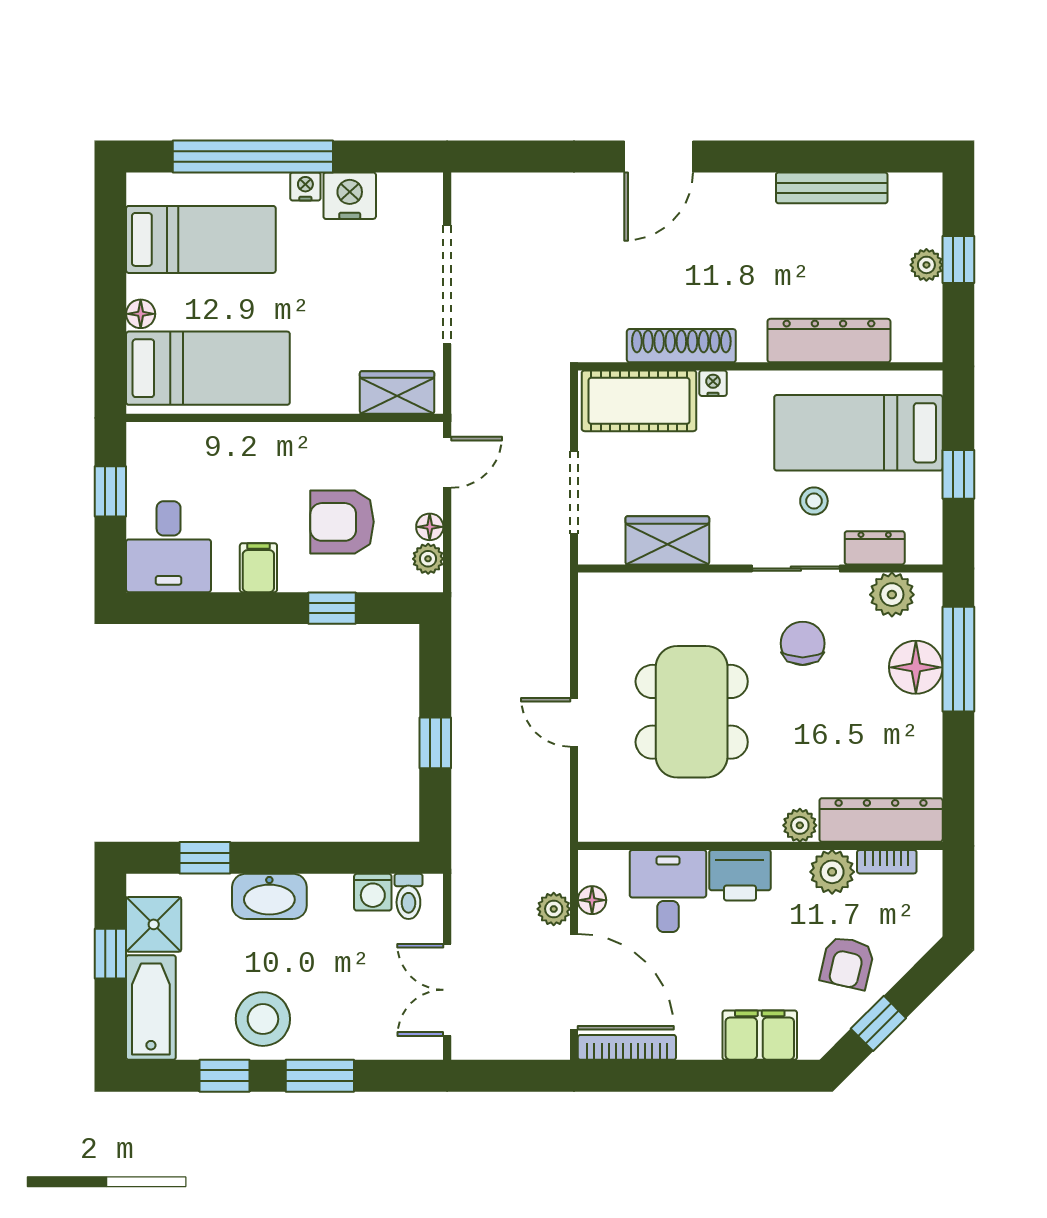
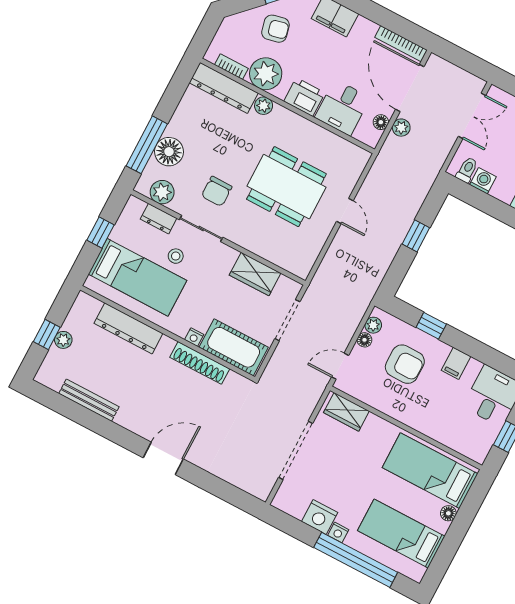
dining table: (692, 712) -> (286, 187), turned 90
plant: (832, 872) -> (266, 74), width x1.36, depth x1.36
armchair: (847, 963) -> (275, 29), turned 64

